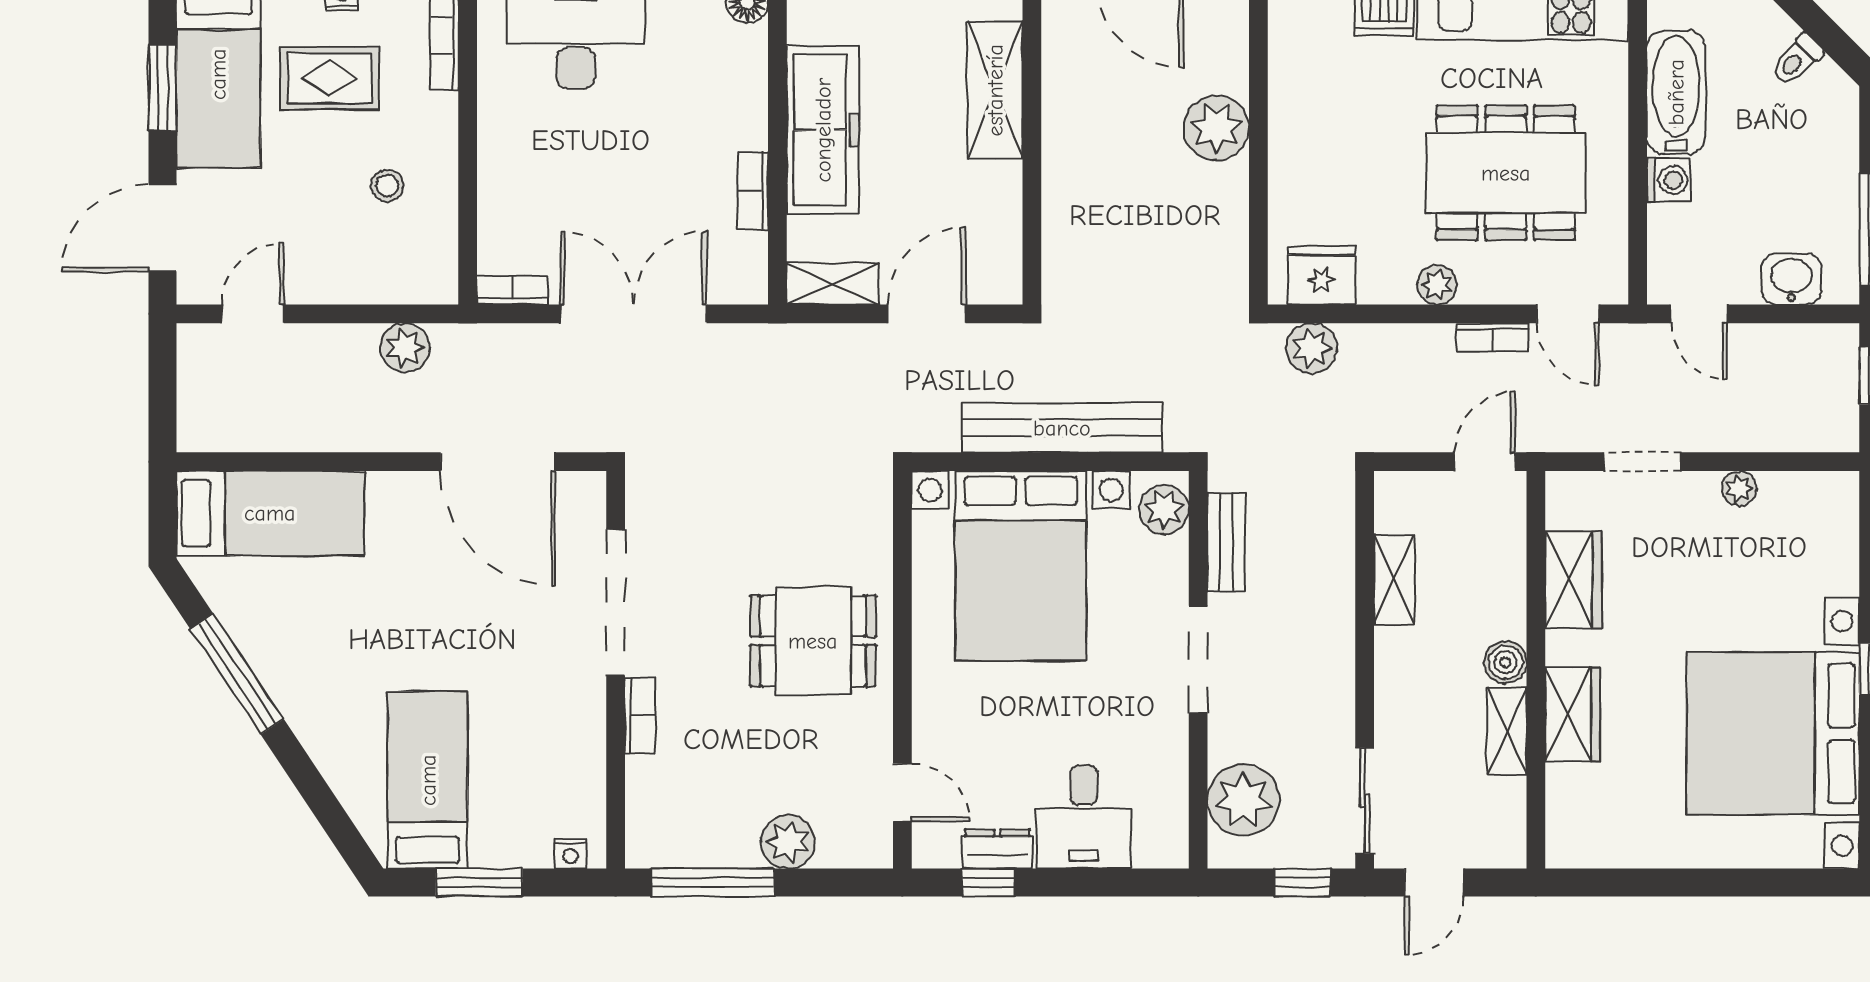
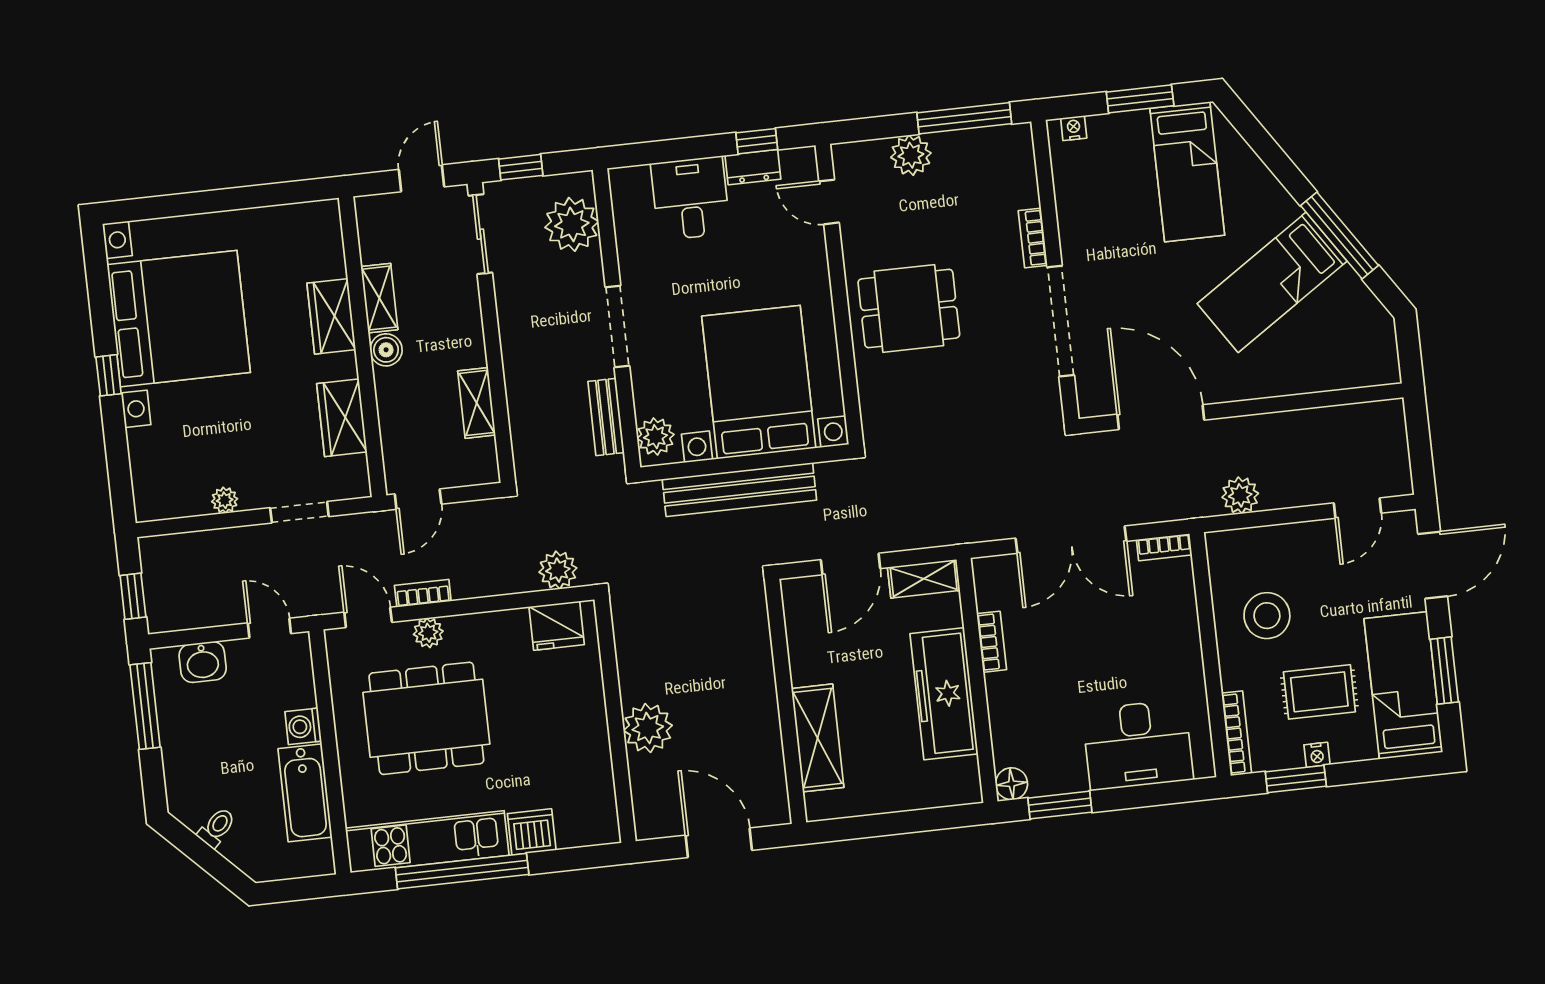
stool: (387, 186) -> (1267, 616), width x1.89, depth x1.89
plant: (1437, 285) -> (428, 633), moved
bed: (270, 513) -> (1272, 282), moved, turned -34

